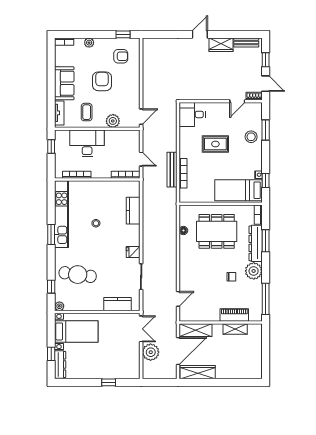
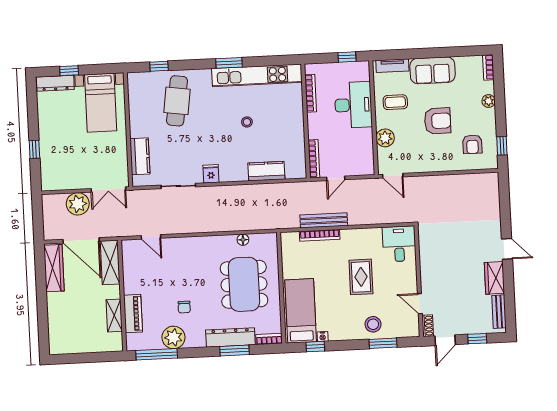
plant: (254, 271) -> (173, 337), moved
plant: (59, 306) -> (133, 78), removed

